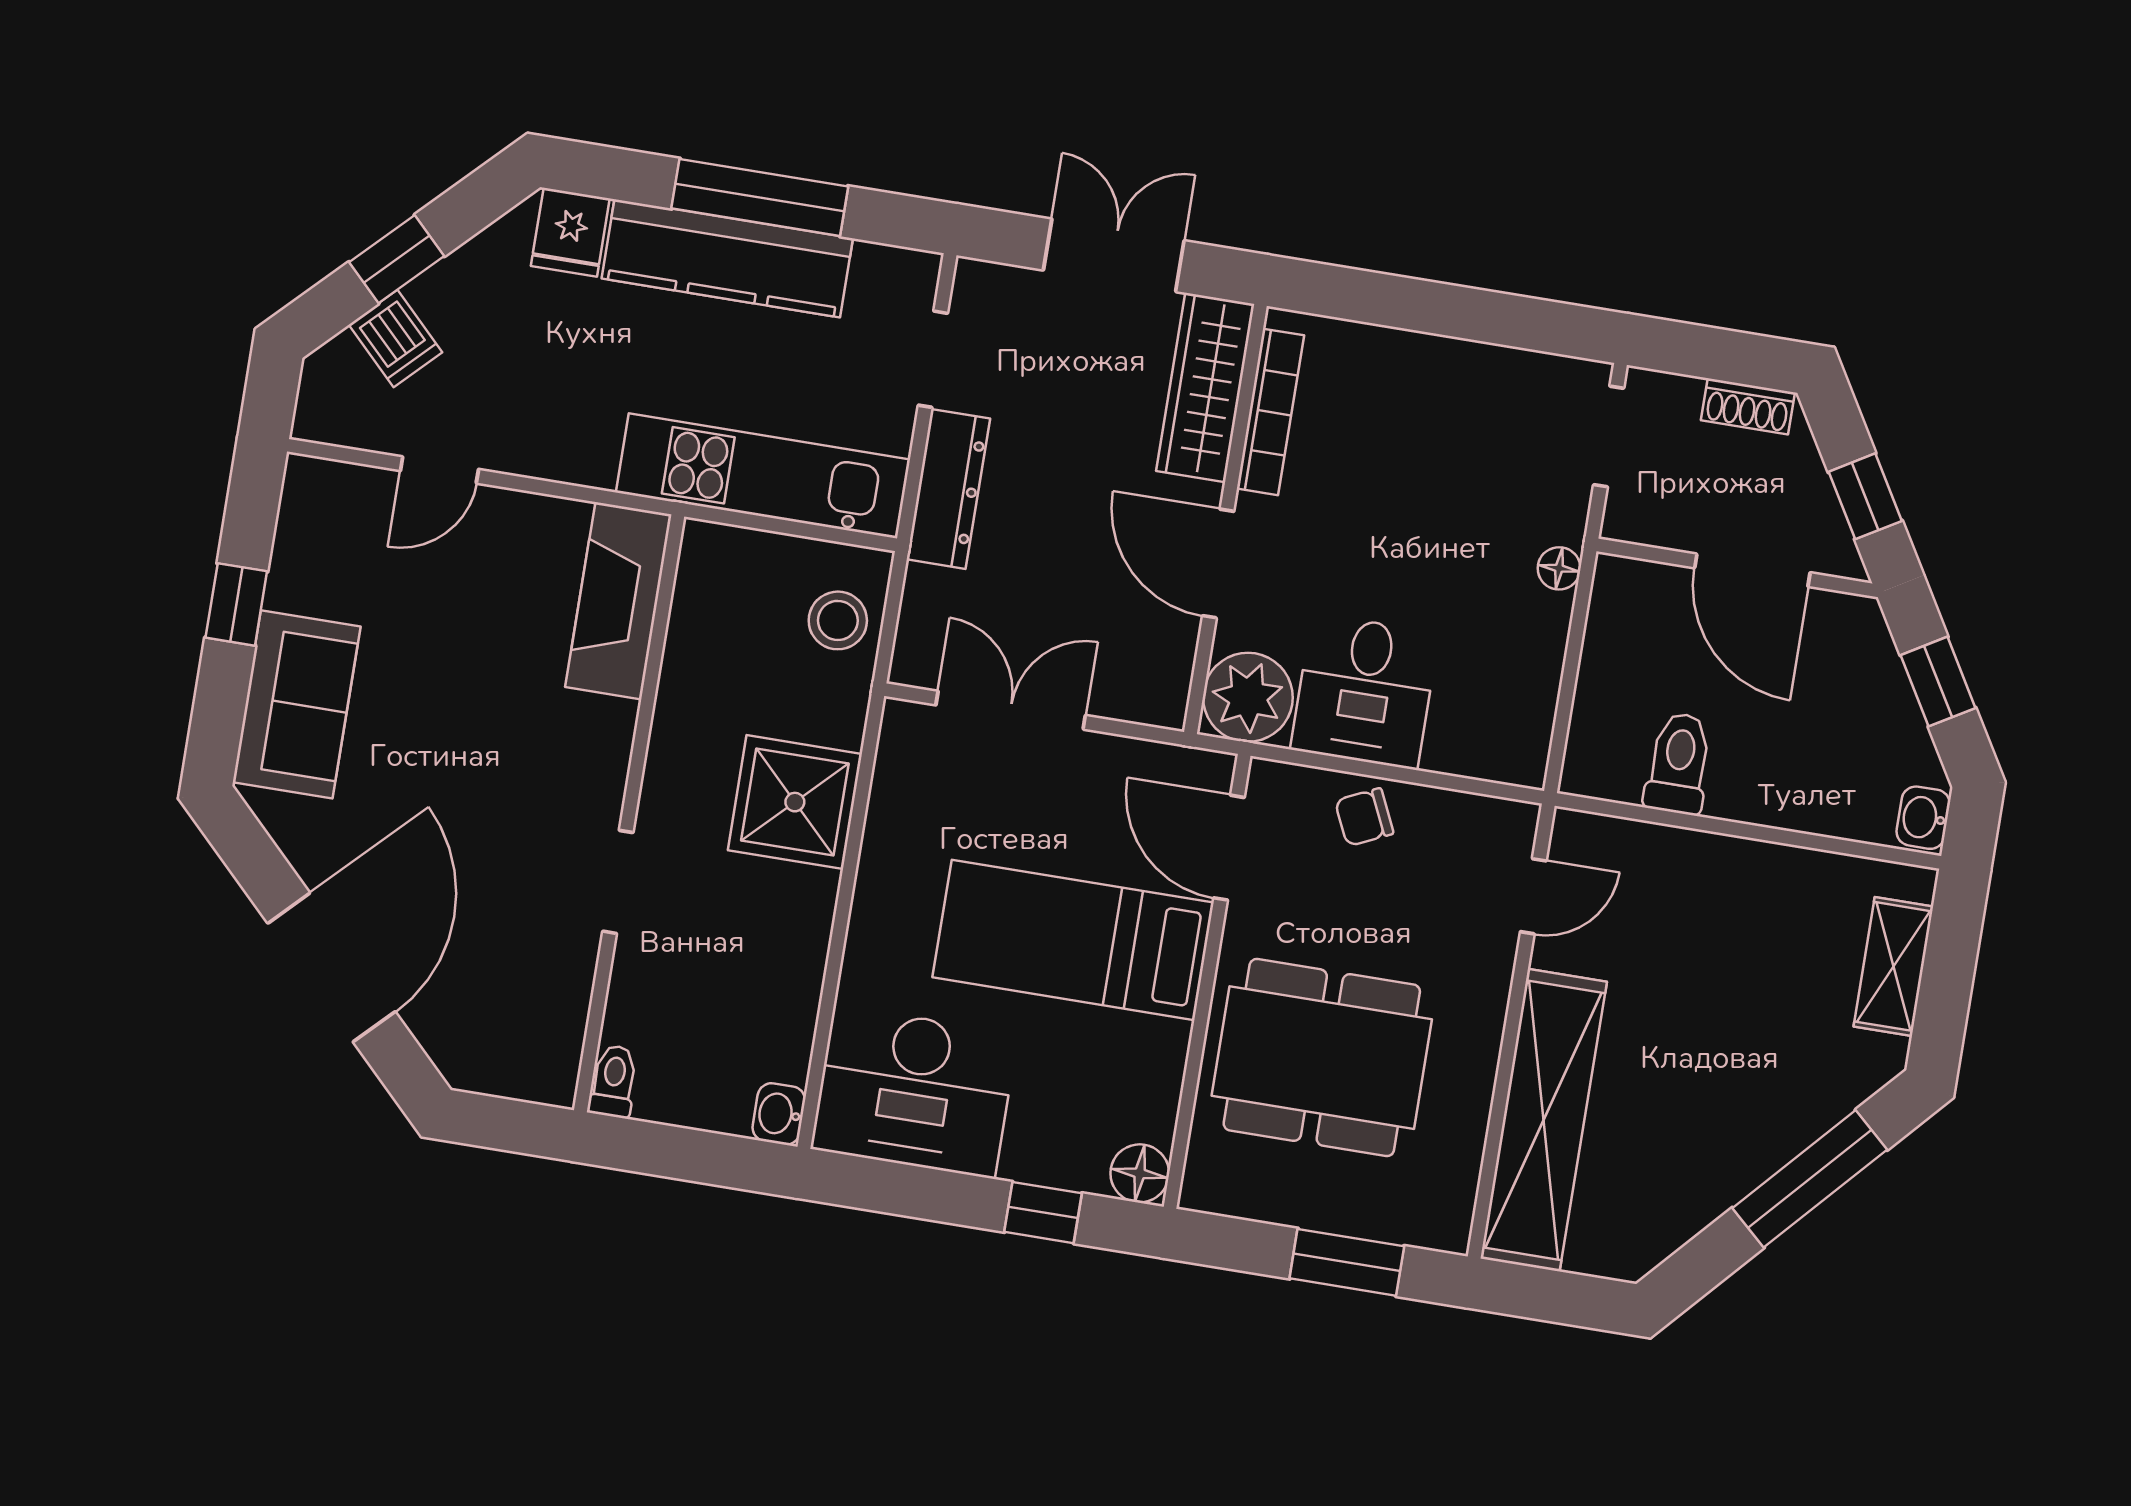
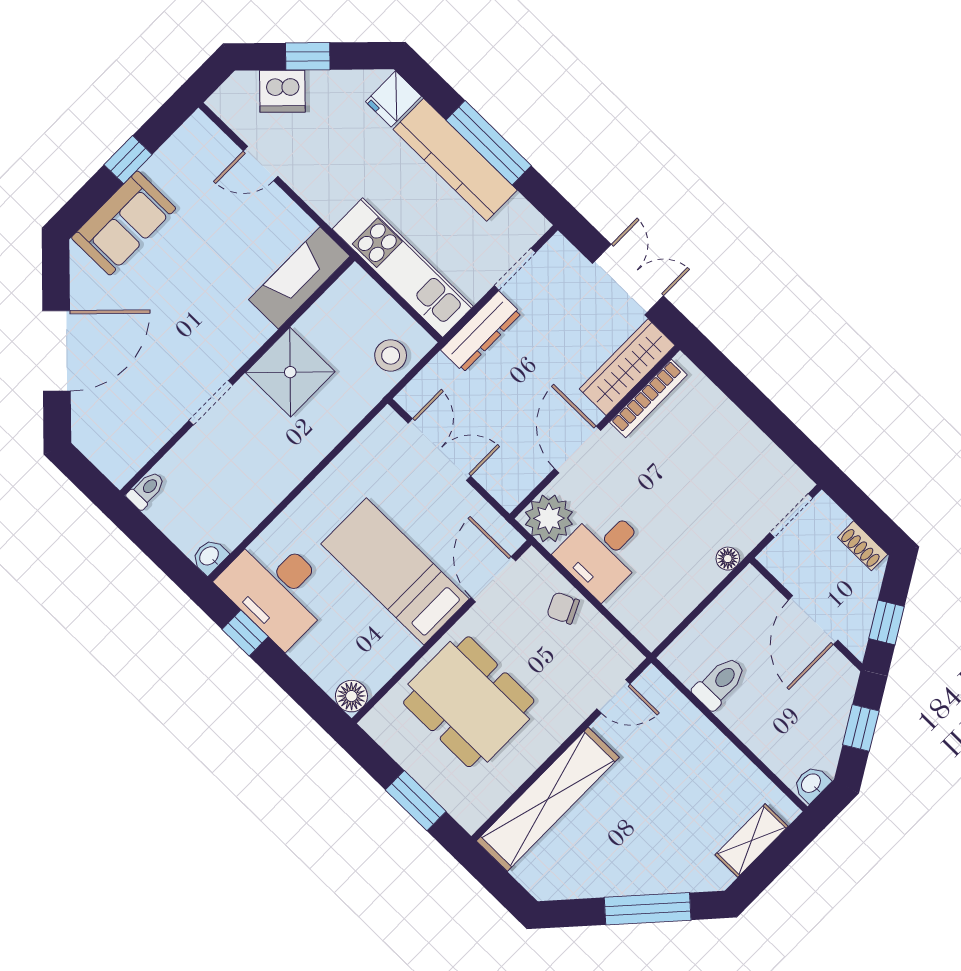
dishwasher: (395, 338) -> (282, 91), width x1.38
shower: (795, 802) -> (290, 372), moved
window: (1043, 1213) -> (245, 633), moved

